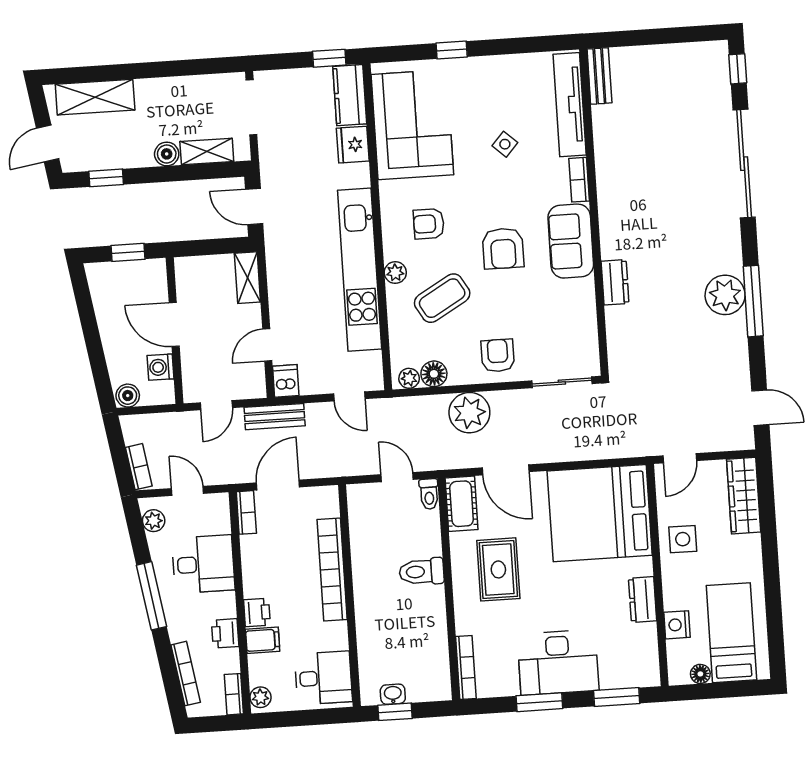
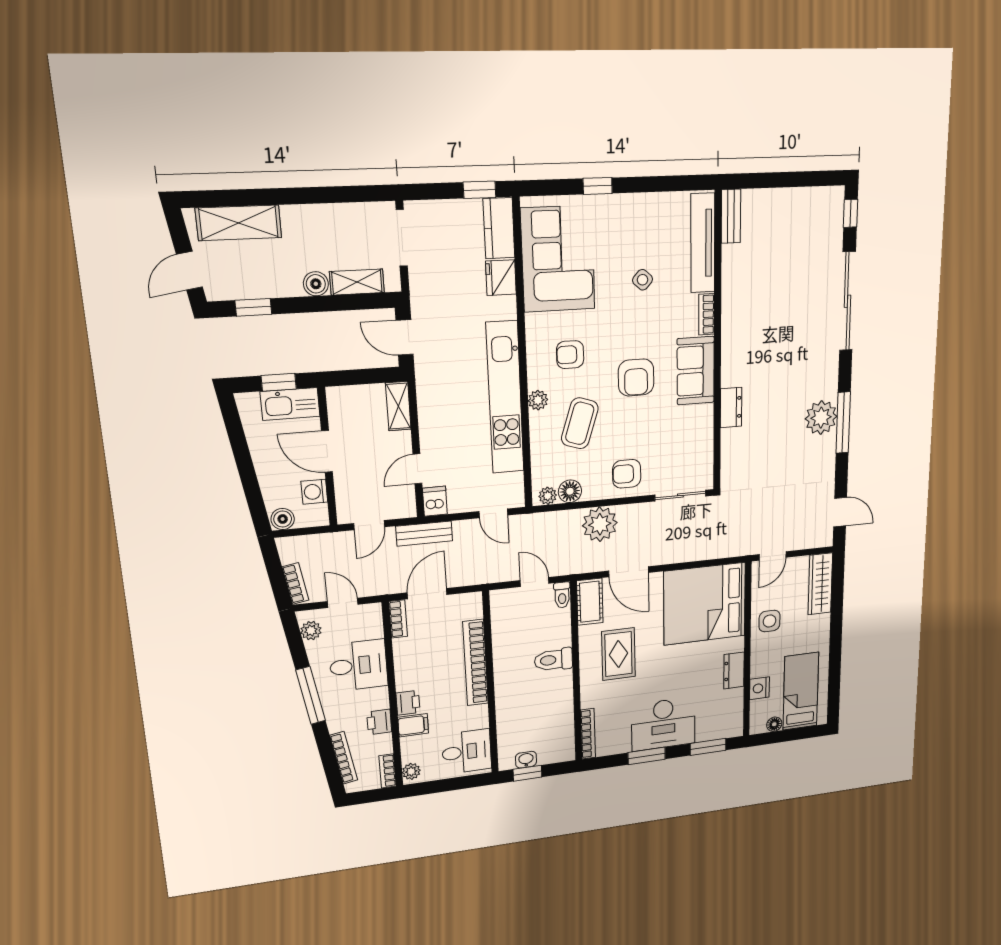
kitchen sink: (139, 275) -> (290, 404), added
coffee table: (442, 298) -> (580, 423), turned -42
armchair: (498, 356) -> (627, 474), turned -90

